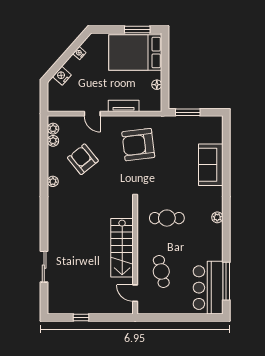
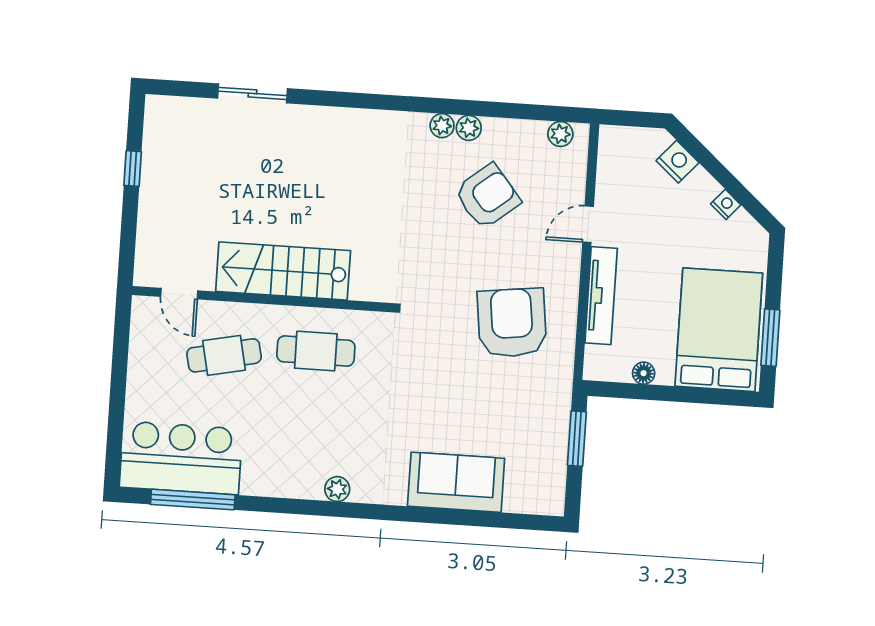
tv unit: (124, 106) -> (601, 296), width x1.41
plant: (53, 141) -> (469, 128), moved
cafe table: (167, 218) -> (316, 351), moved, turned 90
door: (135, 293) -> (179, 294), swing flipped

